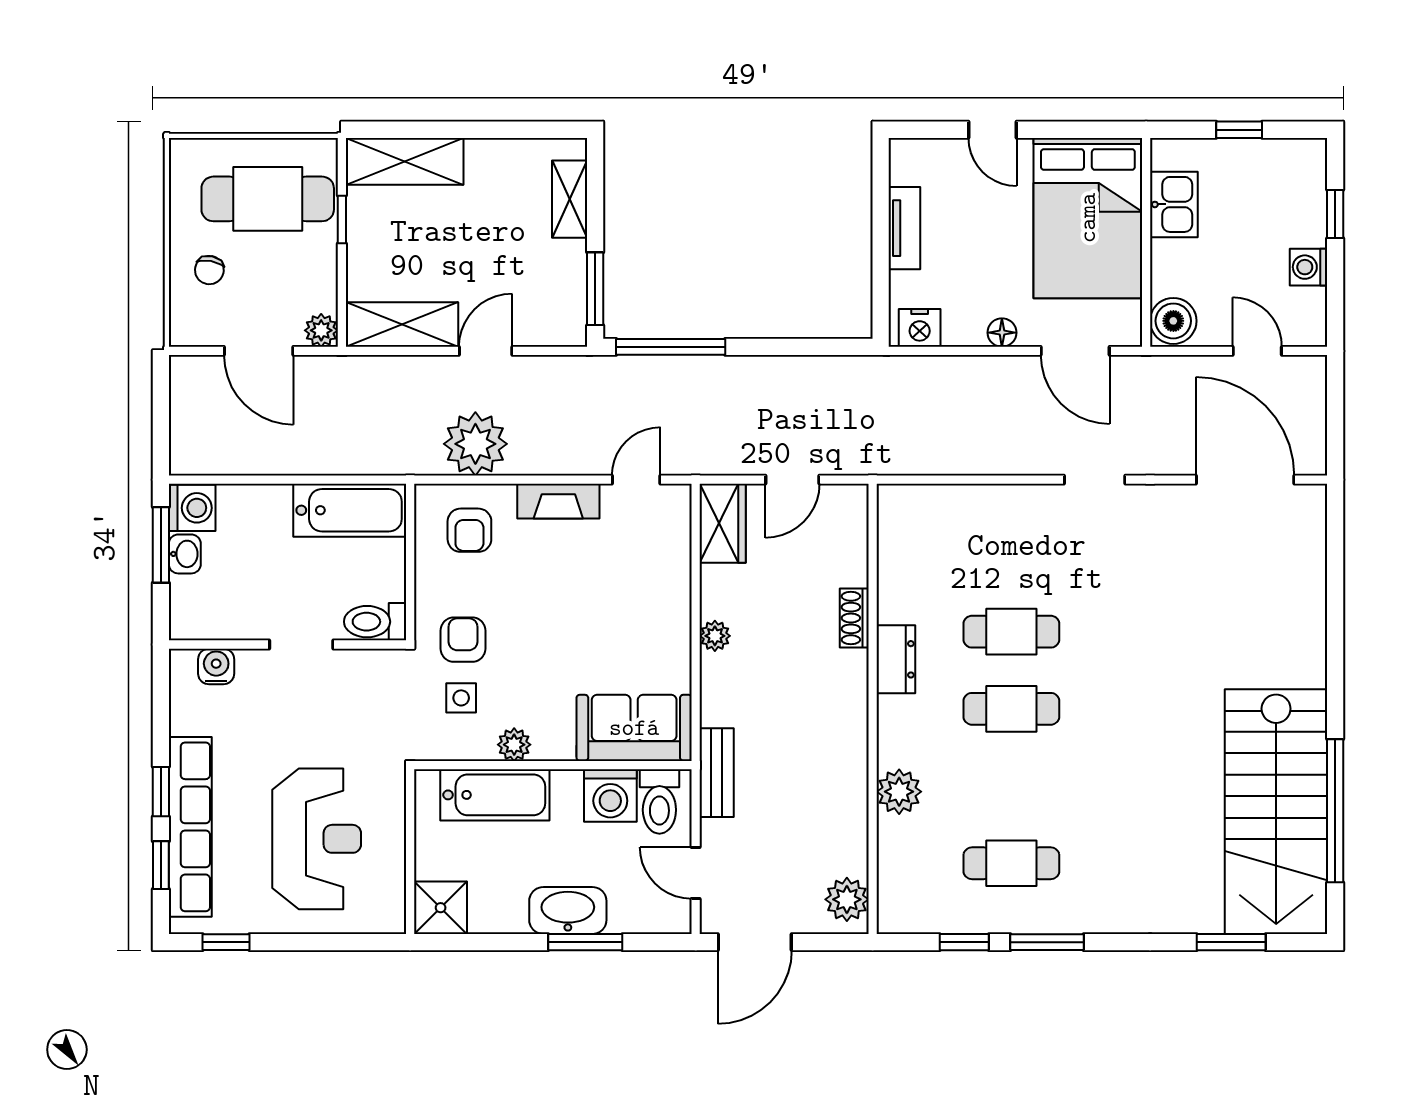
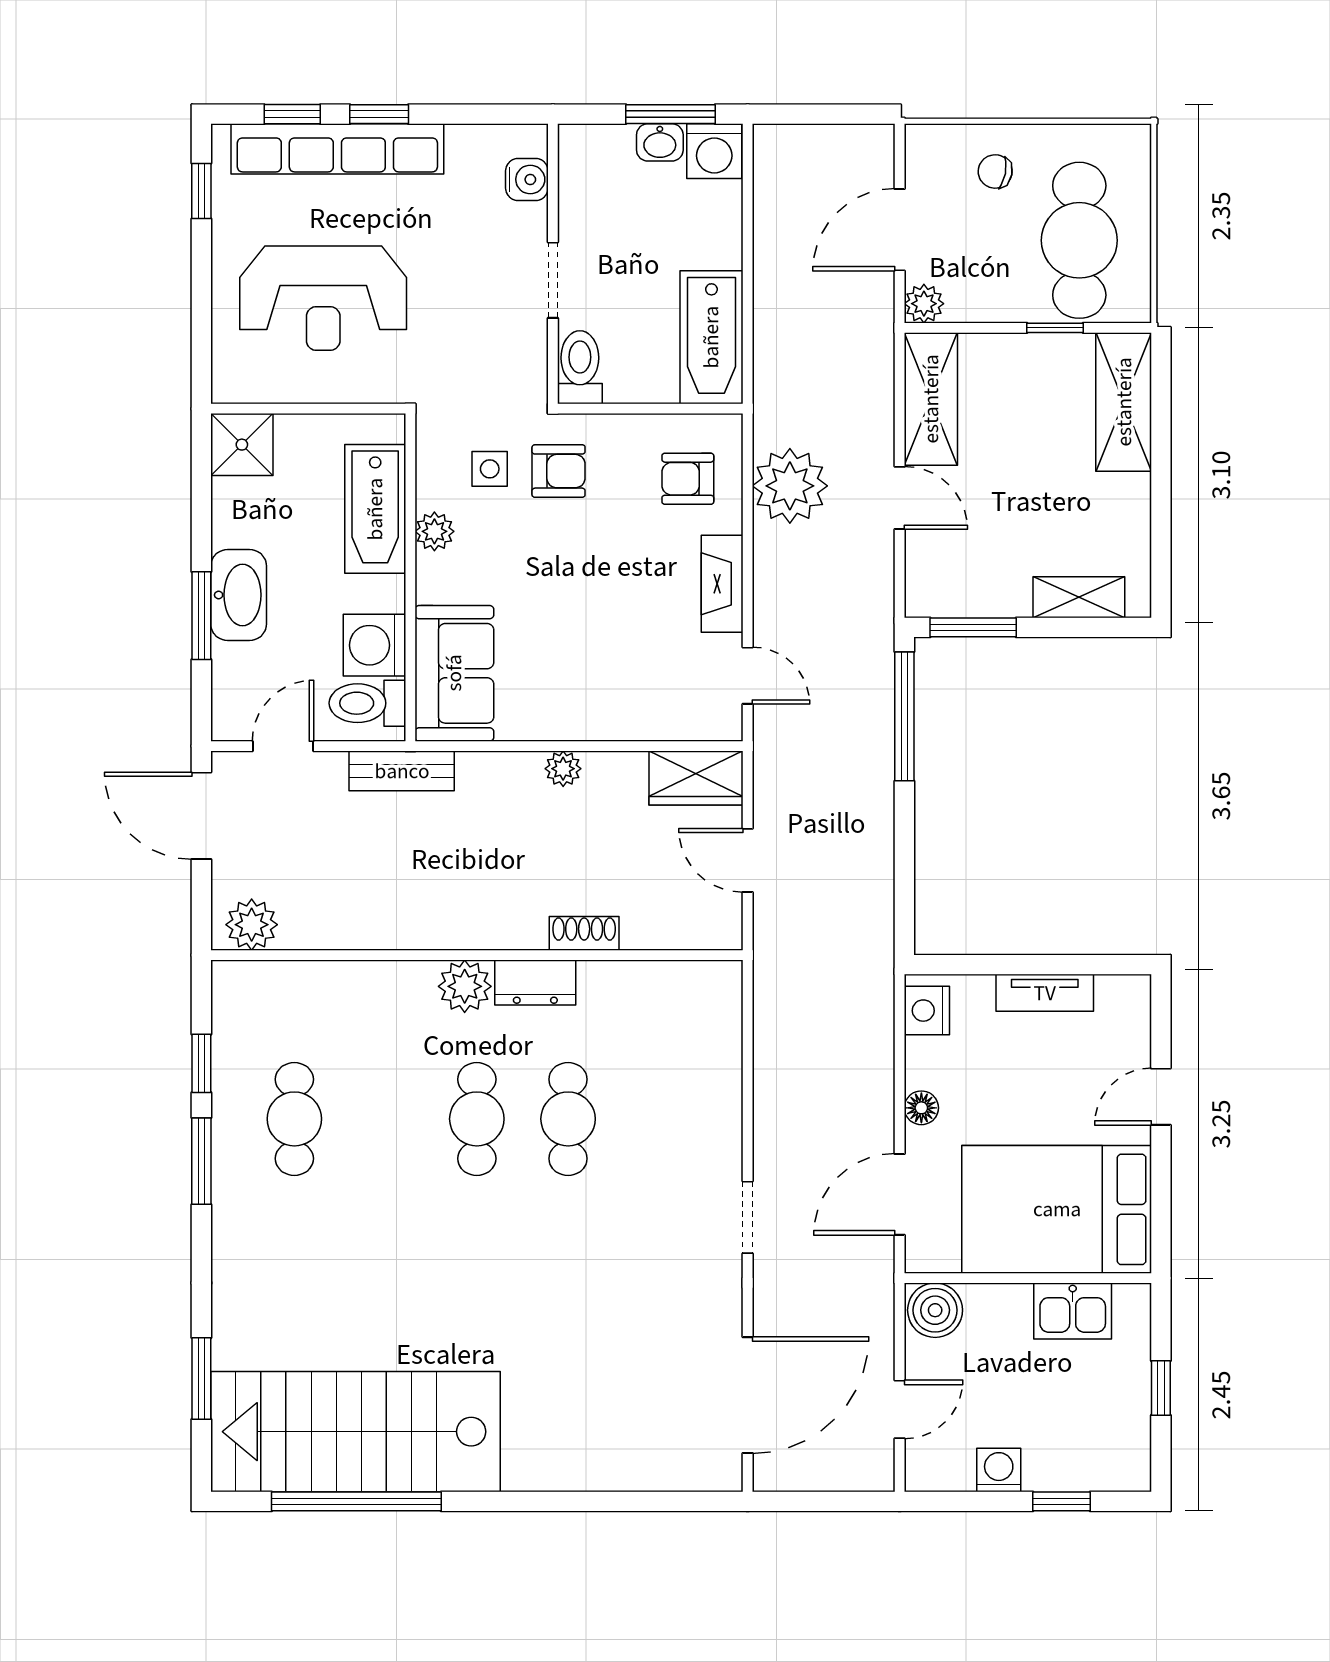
plant: (899, 792) -> (465, 986), moved

